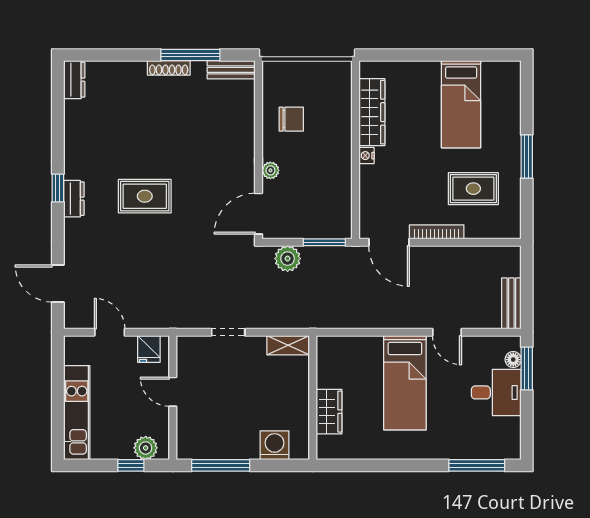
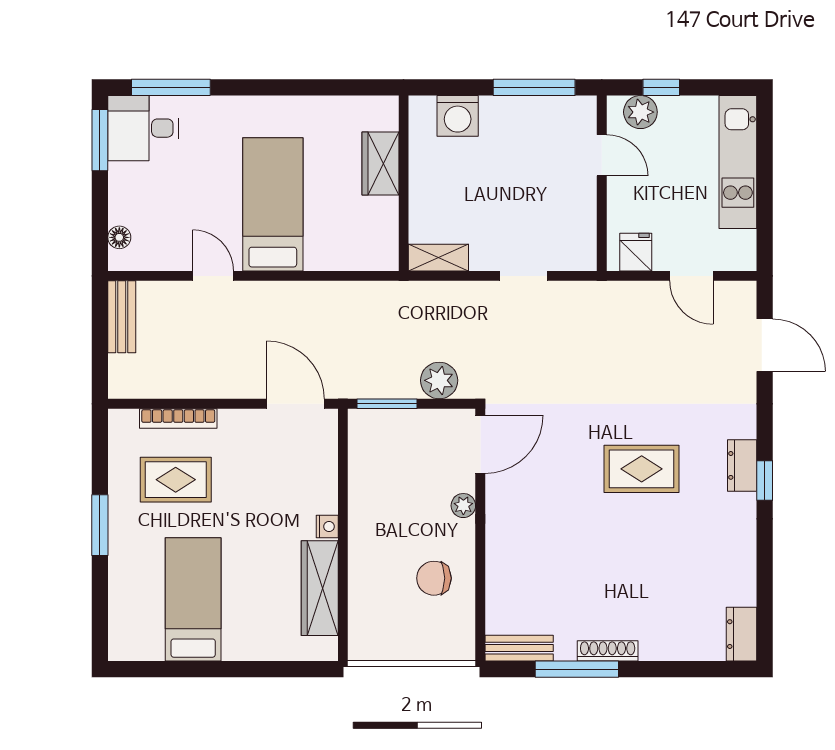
bookcase: (437, 232) -> (178, 418), moved
window: (527, 368) -> (100, 140), moved
door: (173, 392) -> (602, 155), moved
desk: (496, 392) -> (143, 128), moved

